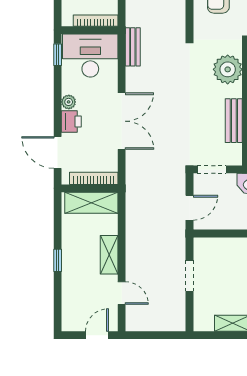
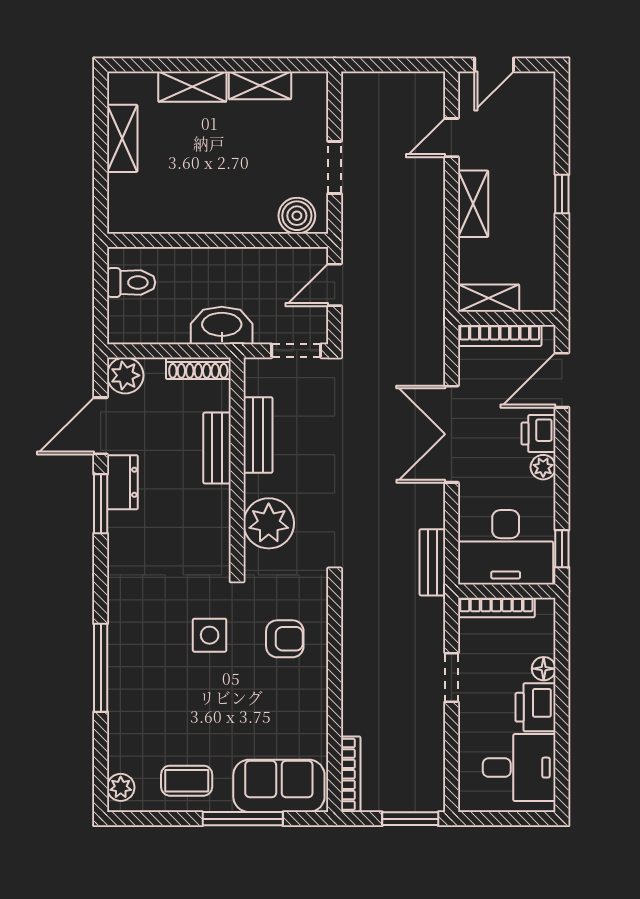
door: (58, 152) -> (562, 380), swing flipped
shelving: (91, 203) -> (489, 298), width x0.67, depth x0.75
boiler: (211, 248) -> (297, 216), added
door: (122, 293) -> (452, 138), hinge flipped

